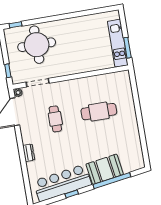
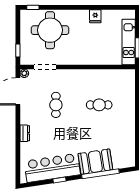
fridge: (80, 23) -> (95, 16), added
cafe table: (99, 112) -> (99, 105), width x0.73, depth x0.74

